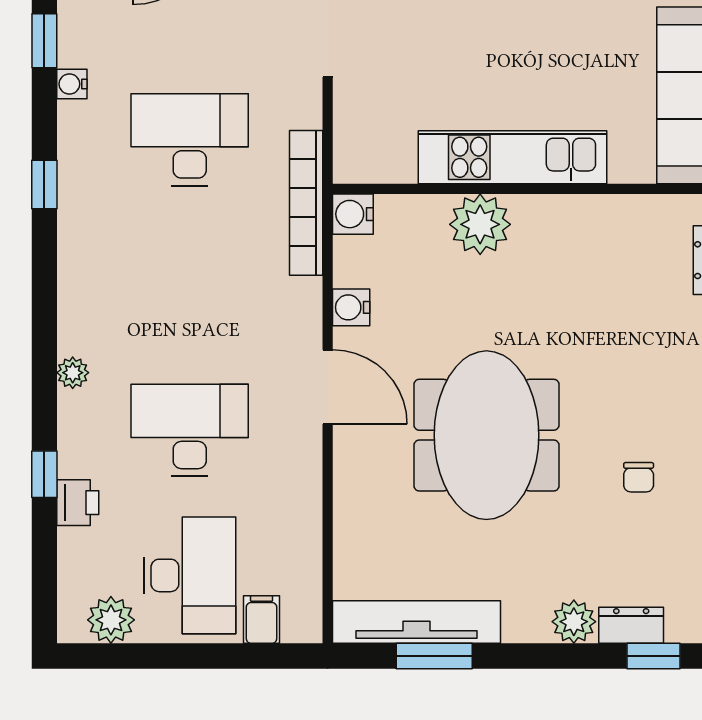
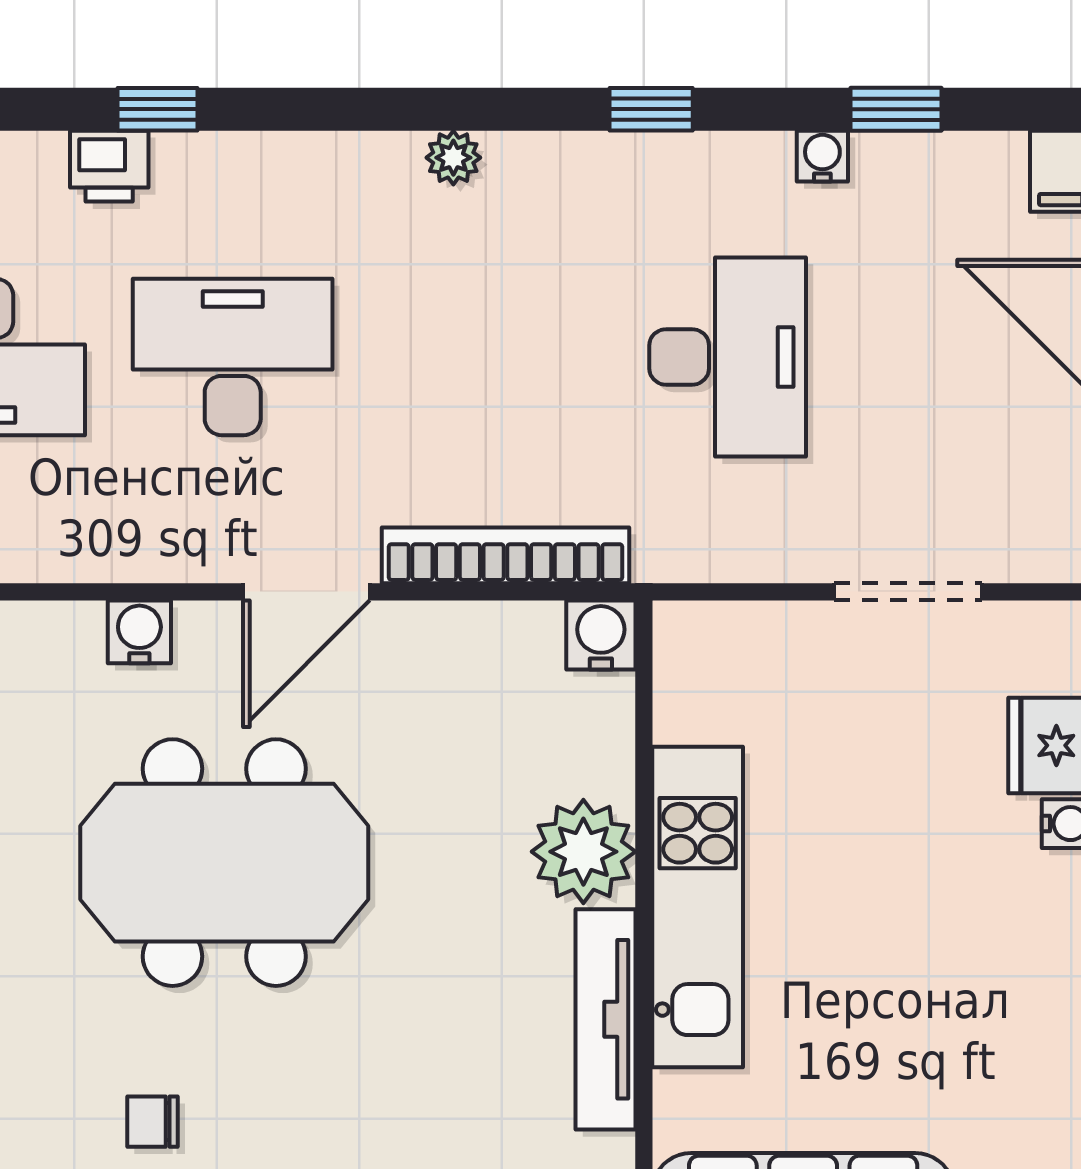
bookcase: (306, 203) -> (505, 555), moved
tv unit: (579, 211) -> (606, 1019), added
water cooler: (351, 307) -> (139, 632), moved
plant: (73, 373) -> (453, 158), moved
desk: (190, 430) -> (233, 357), turned -90

